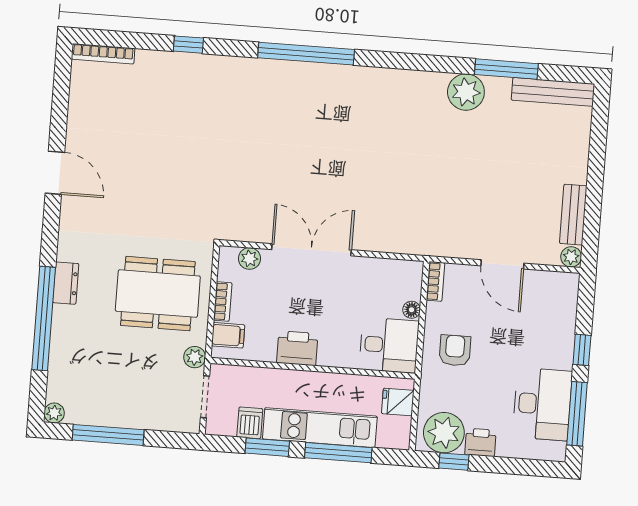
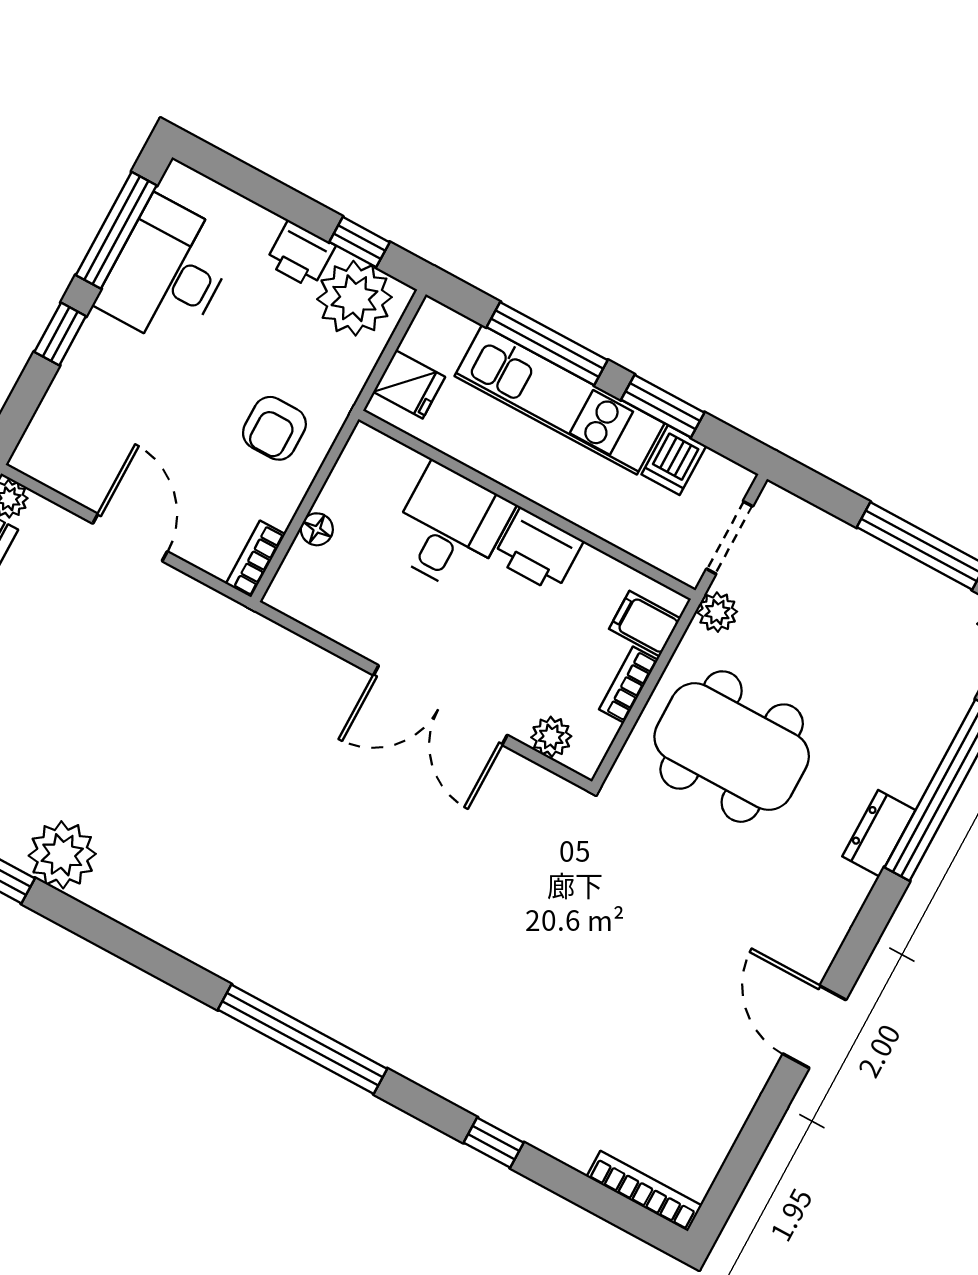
desk: (389, 345) -> (450, 528), moved, turned 90

